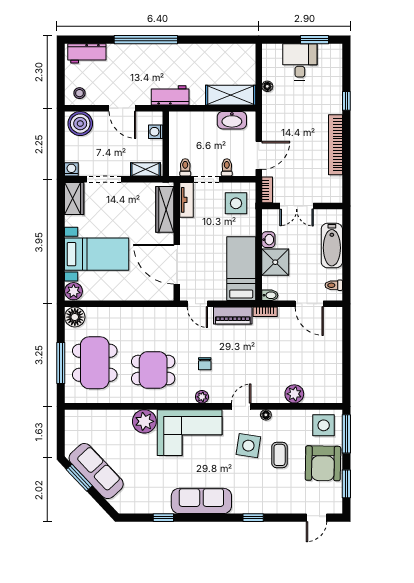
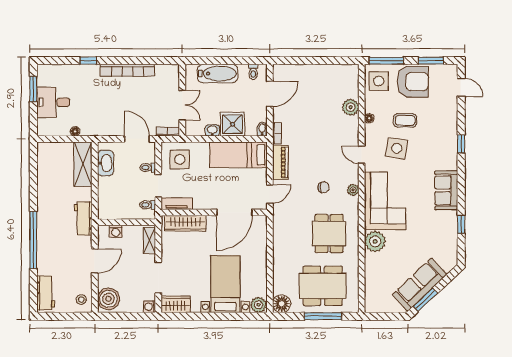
floor lamp: (266, 415) -> (369, 118), moved
sofa: (201, 501) -> (446, 190), width x0.73

